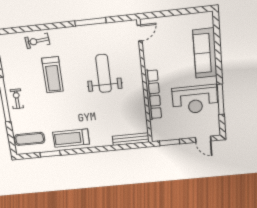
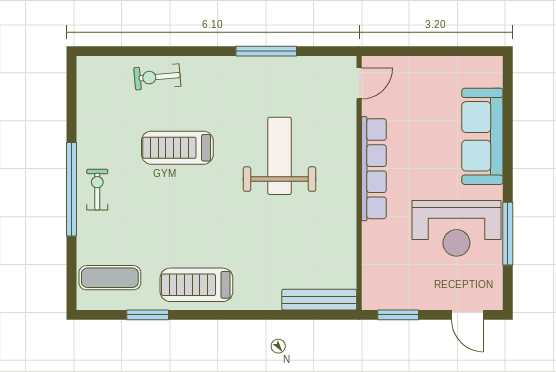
treadmill: (53, 75) -> (177, 148), turned 90
row of seats: (153, 95) -> (374, 169), moved

